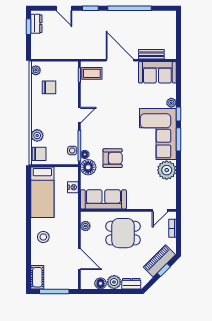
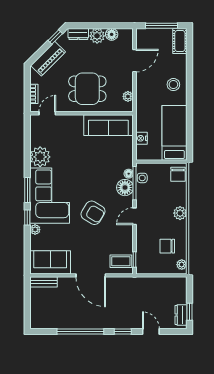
bench: (151, 54) -> (44, 282), moved
plant: (37, 135) -> (180, 213), moved
chair: (39, 154) -> (178, 174), turned -90
armchair: (113, 158) -> (93, 213), moved, turned -149
floor lamp: (88, 167) -> (125, 188), moved
door: (79, 259) -> (134, 61), swing flipped
window: (164, 270) -> (55, 37), moved

